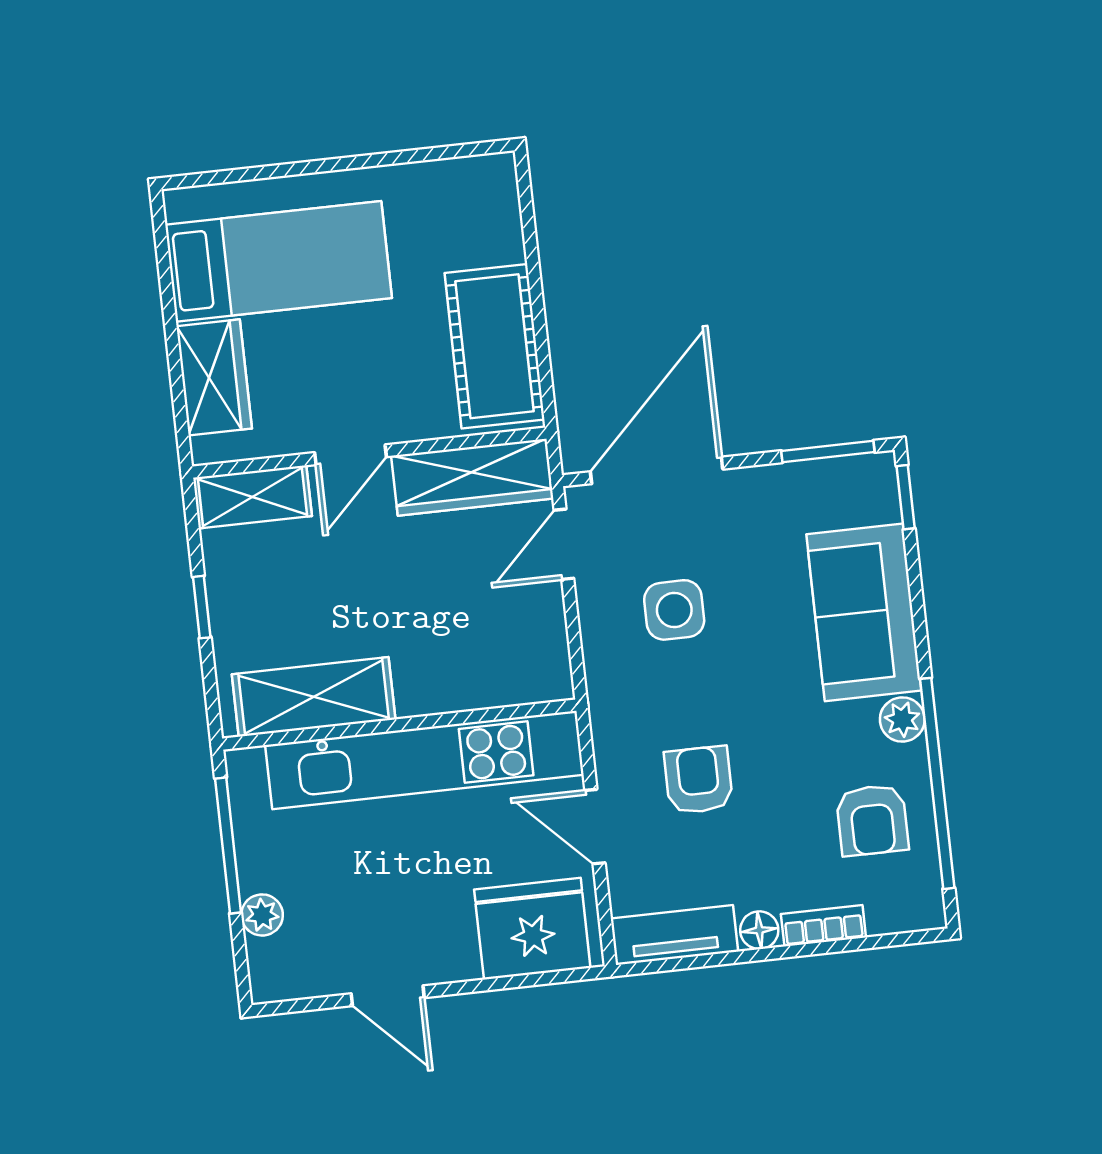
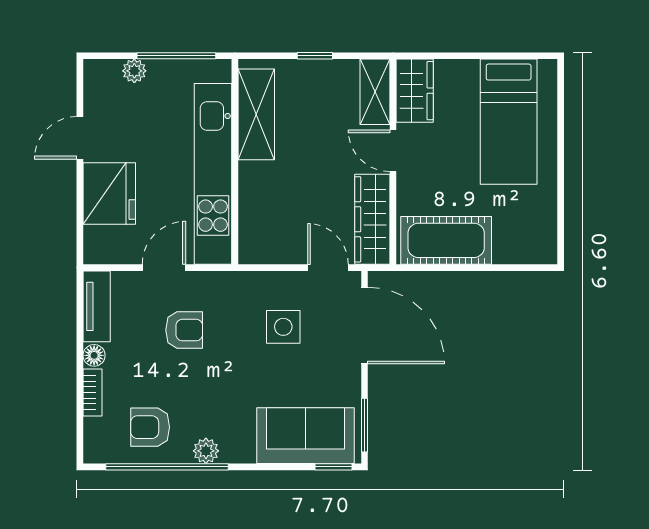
wardrobe: (214, 377) -> (415, 91), moved, turned -90
sofa: (864, 612) -> (305, 436), moved
fridge: (532, 929) -> (109, 193), moved

